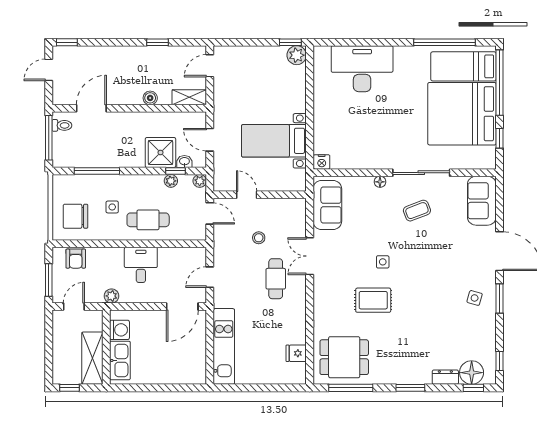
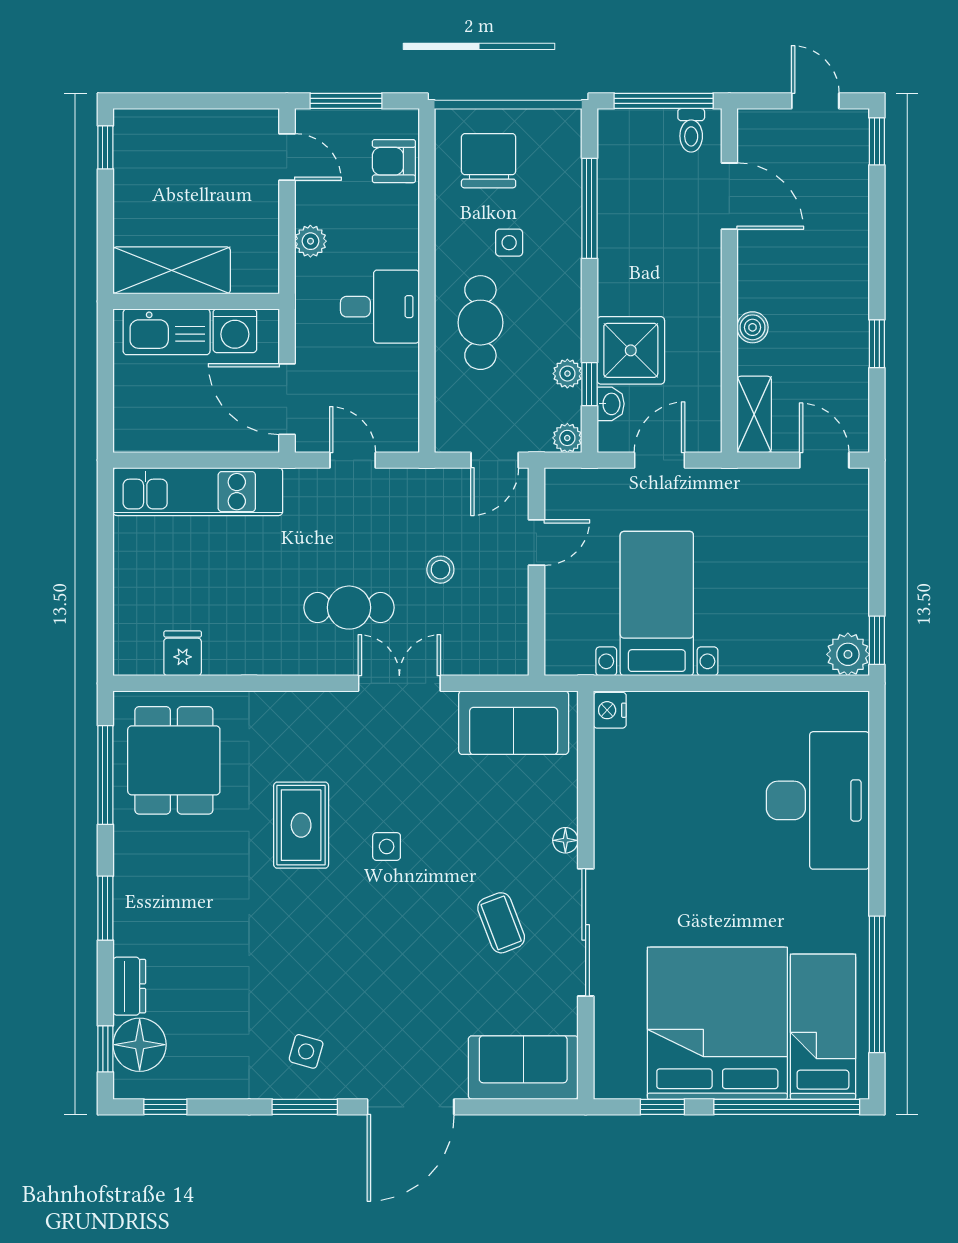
washing machine: (119, 330) -> (235, 331), moved
wall: (106, 347) -> (196, 301), moved
shelving: (92, 358) -> (172, 270), moved
kitchen sink: (120, 360) -> (167, 332), moved

